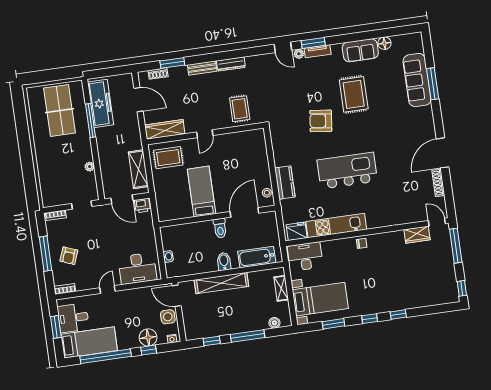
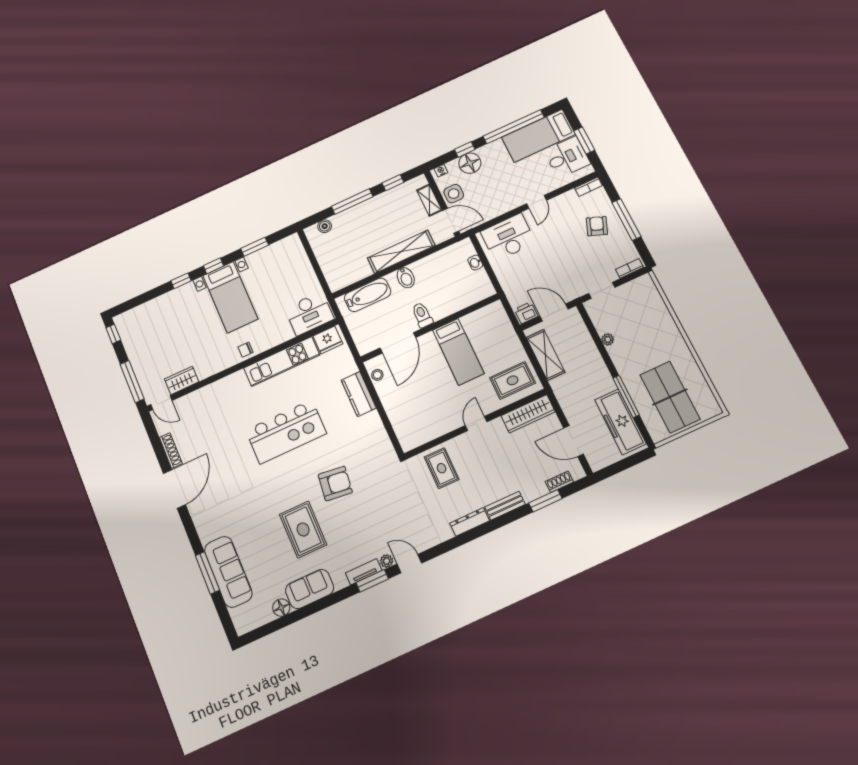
shelving: (281, 288) -> (429, 200), moved
bed with nightstands: (320, 299) -> (230, 297), moved, turned -90

